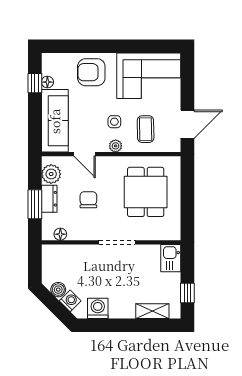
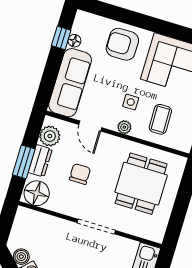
floor lamp: (60, 234) -> (37, 193), width x1.89, depth x1.89

